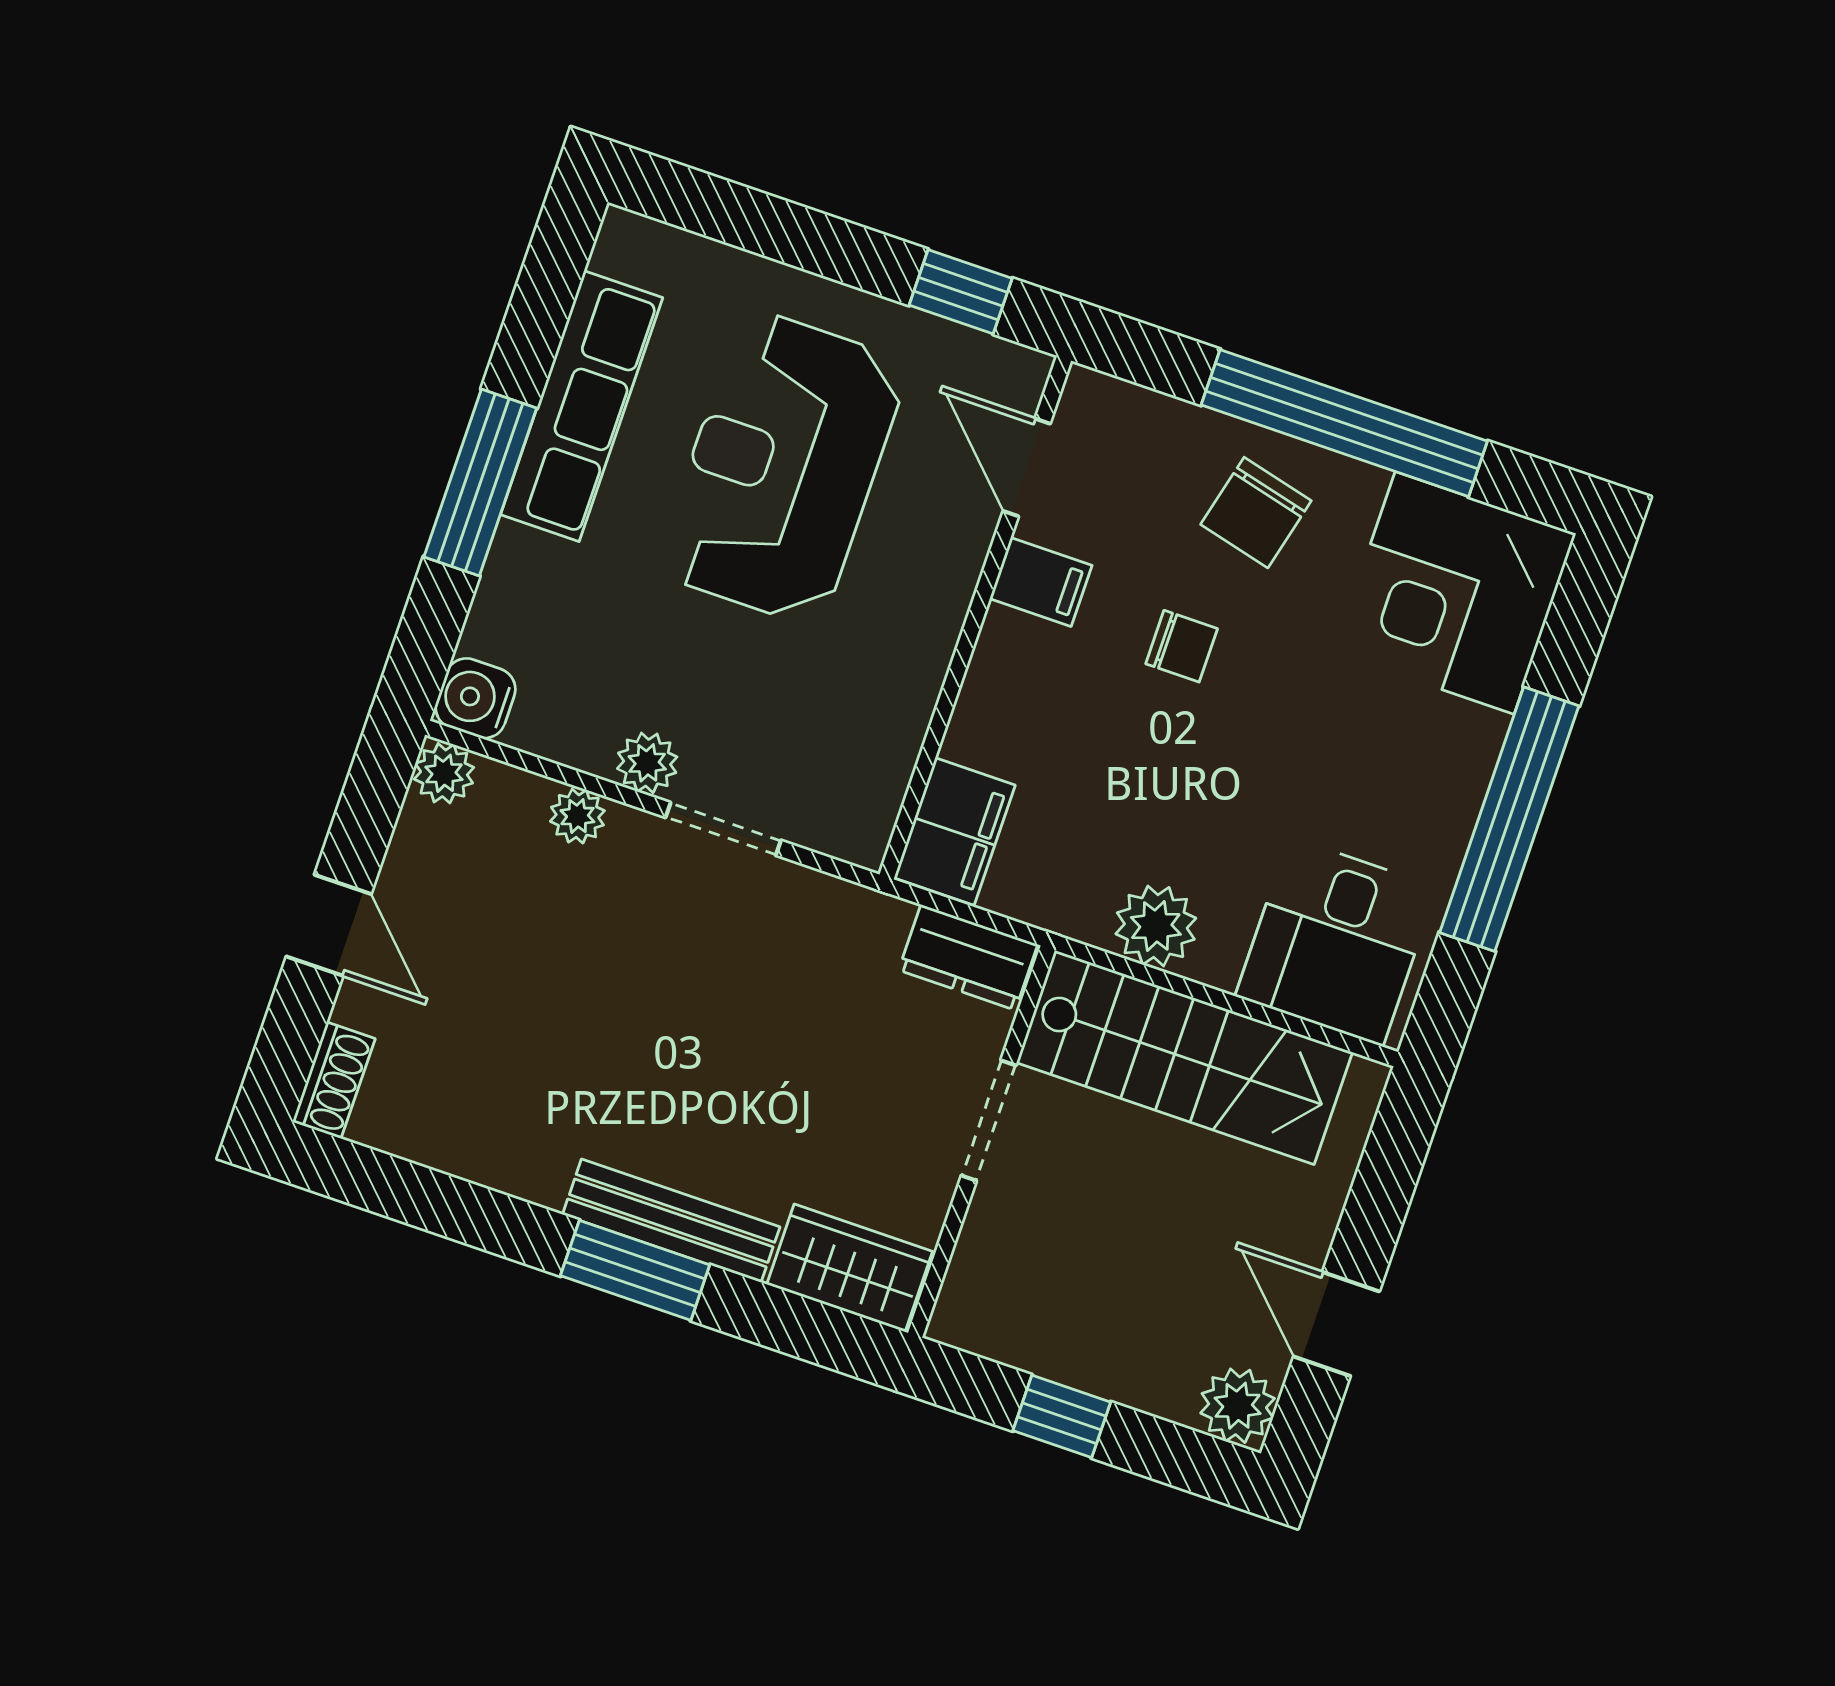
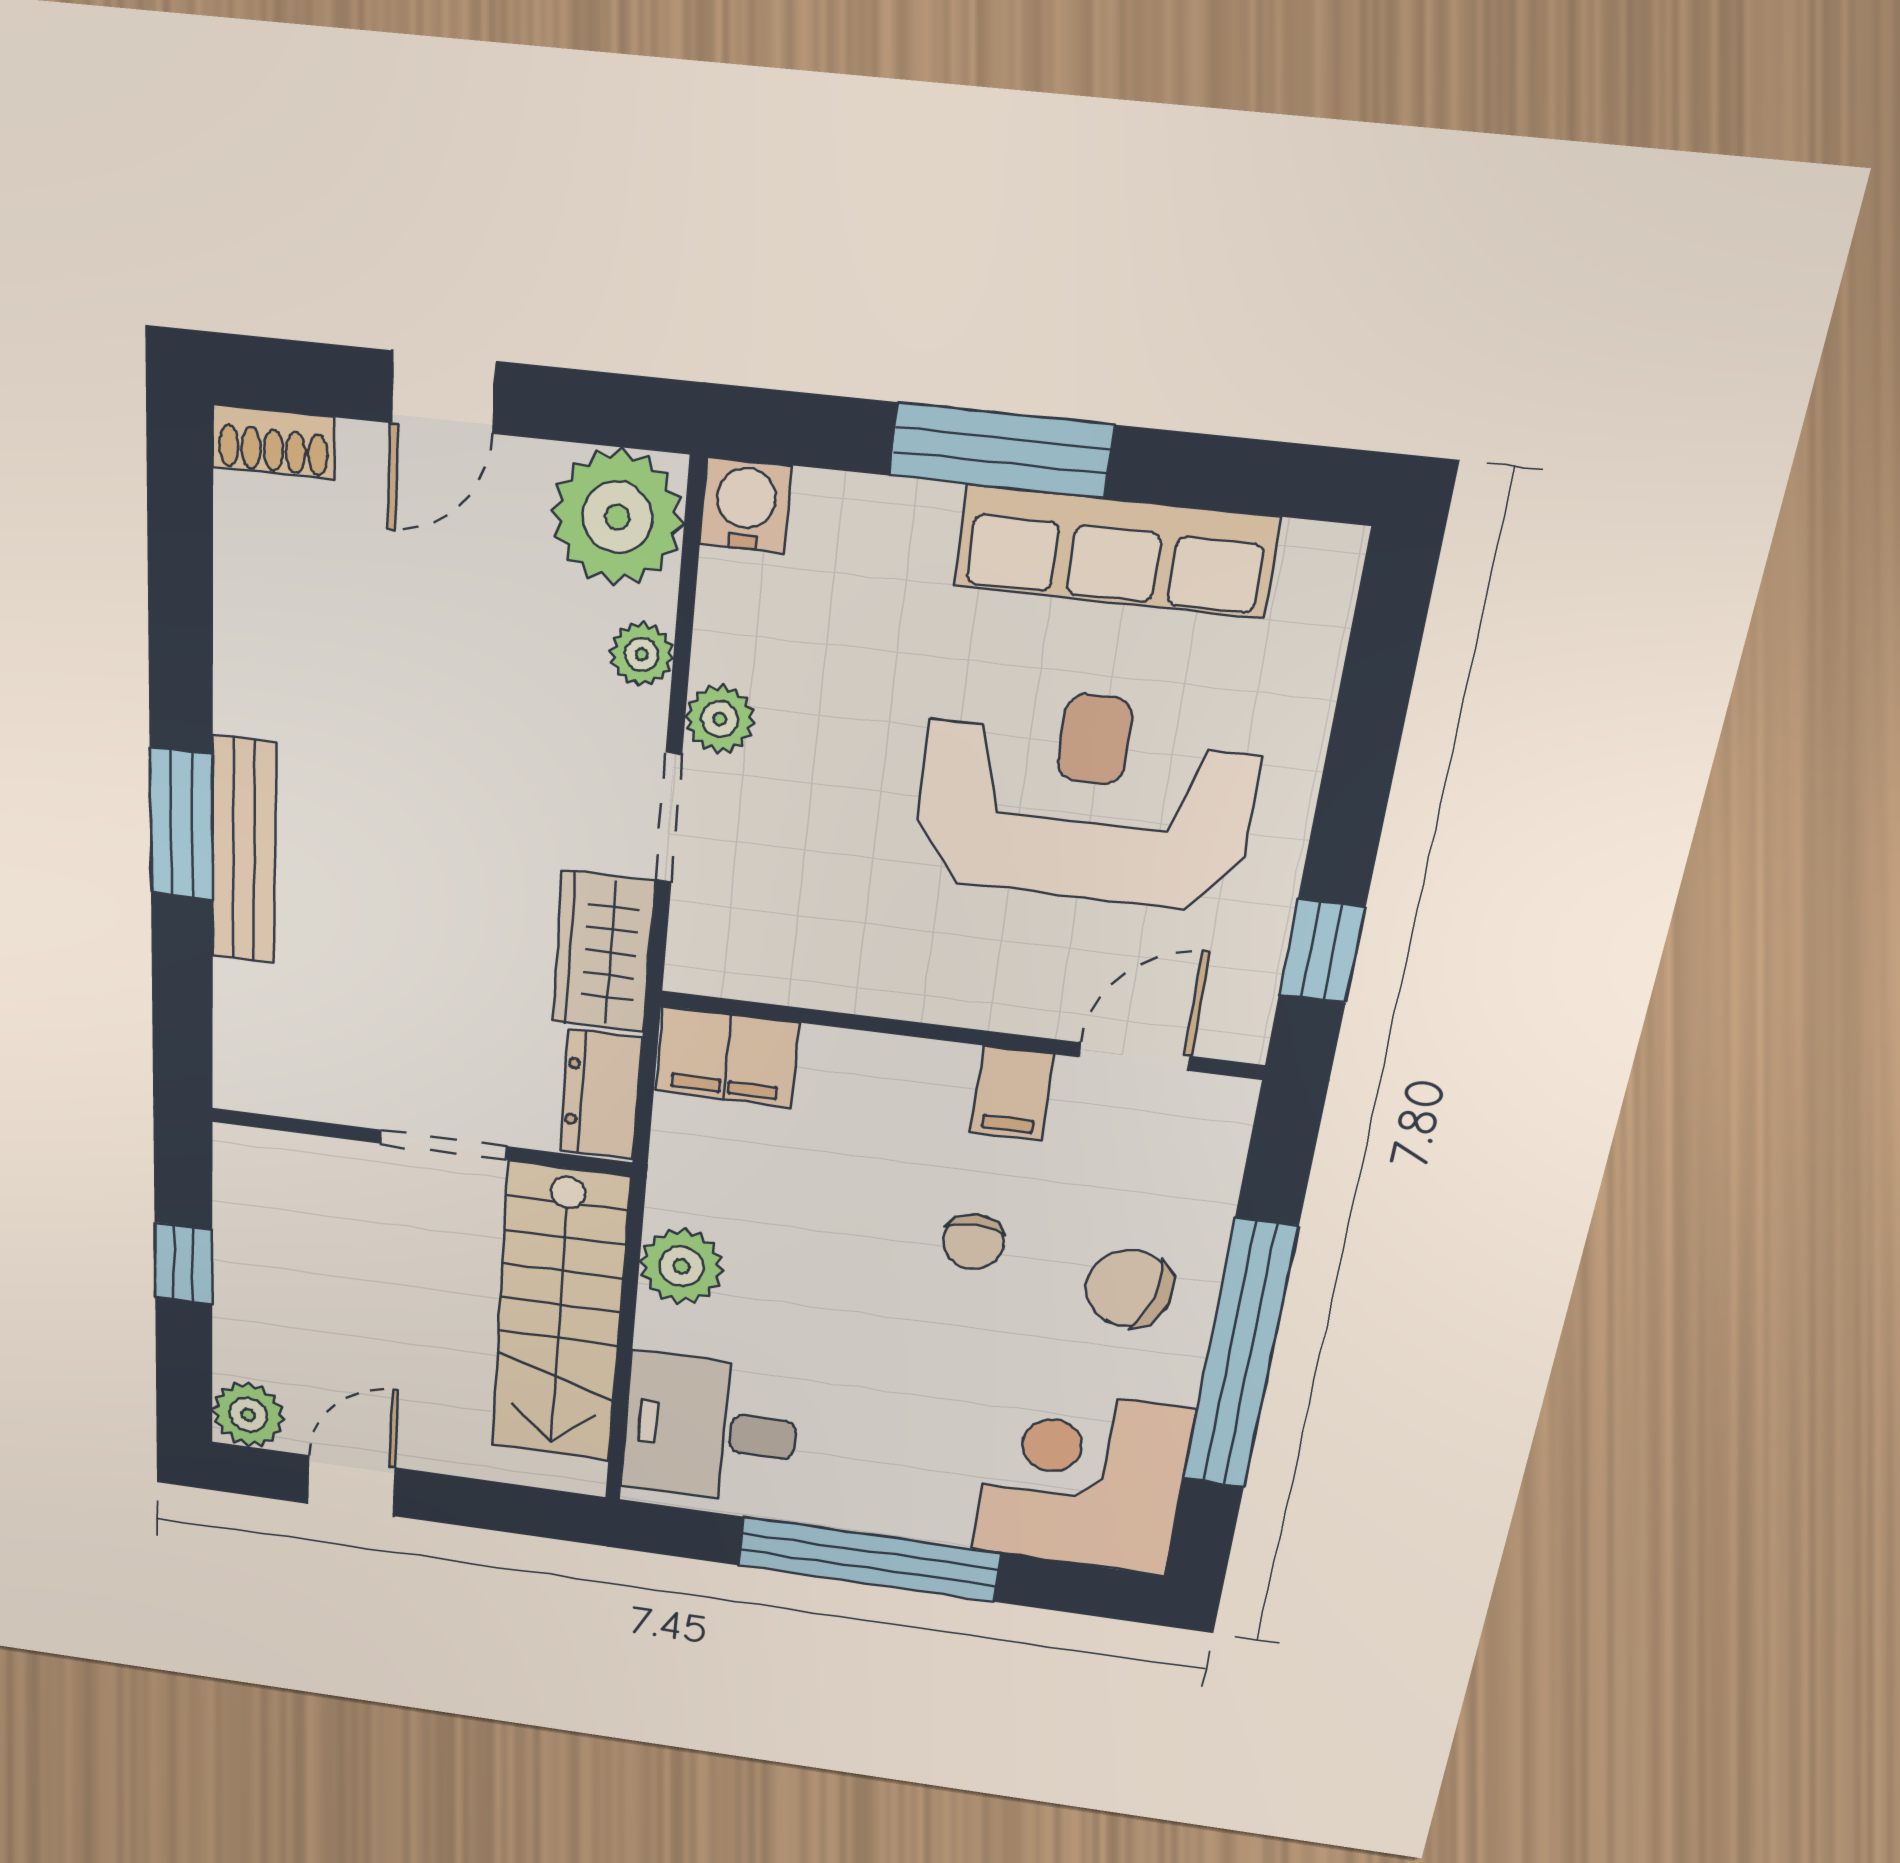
plant: (444, 773) -> (617, 517), width x1.87, depth x1.87
wardrobe: (850, 1268) -> (603, 952), moved, turned 180

